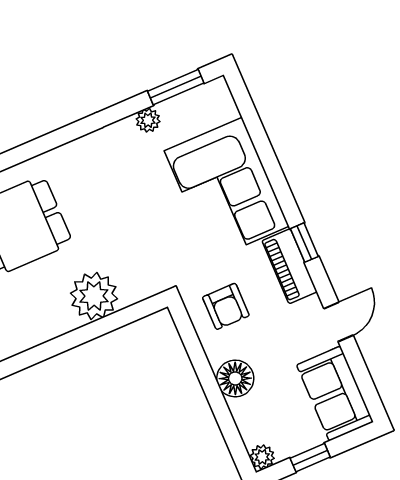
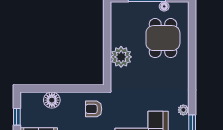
floor lamp: (235, 378) -> (52, 100), moved
plant: (262, 457) -> (26, 97), removed

